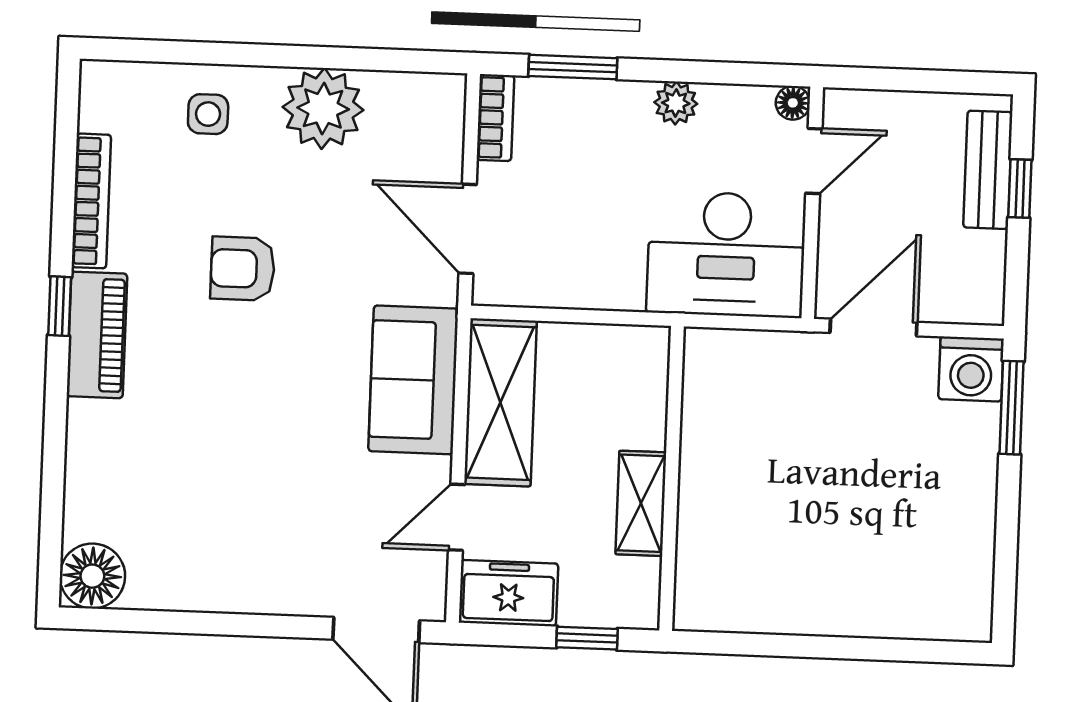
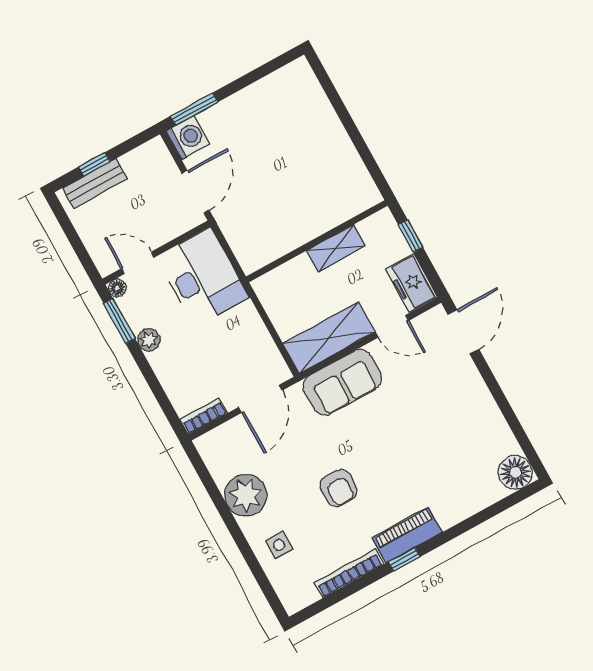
window: (573, 67) -> (119, 321), moved
door: (874, 327) -> (196, 192), swing flipped

